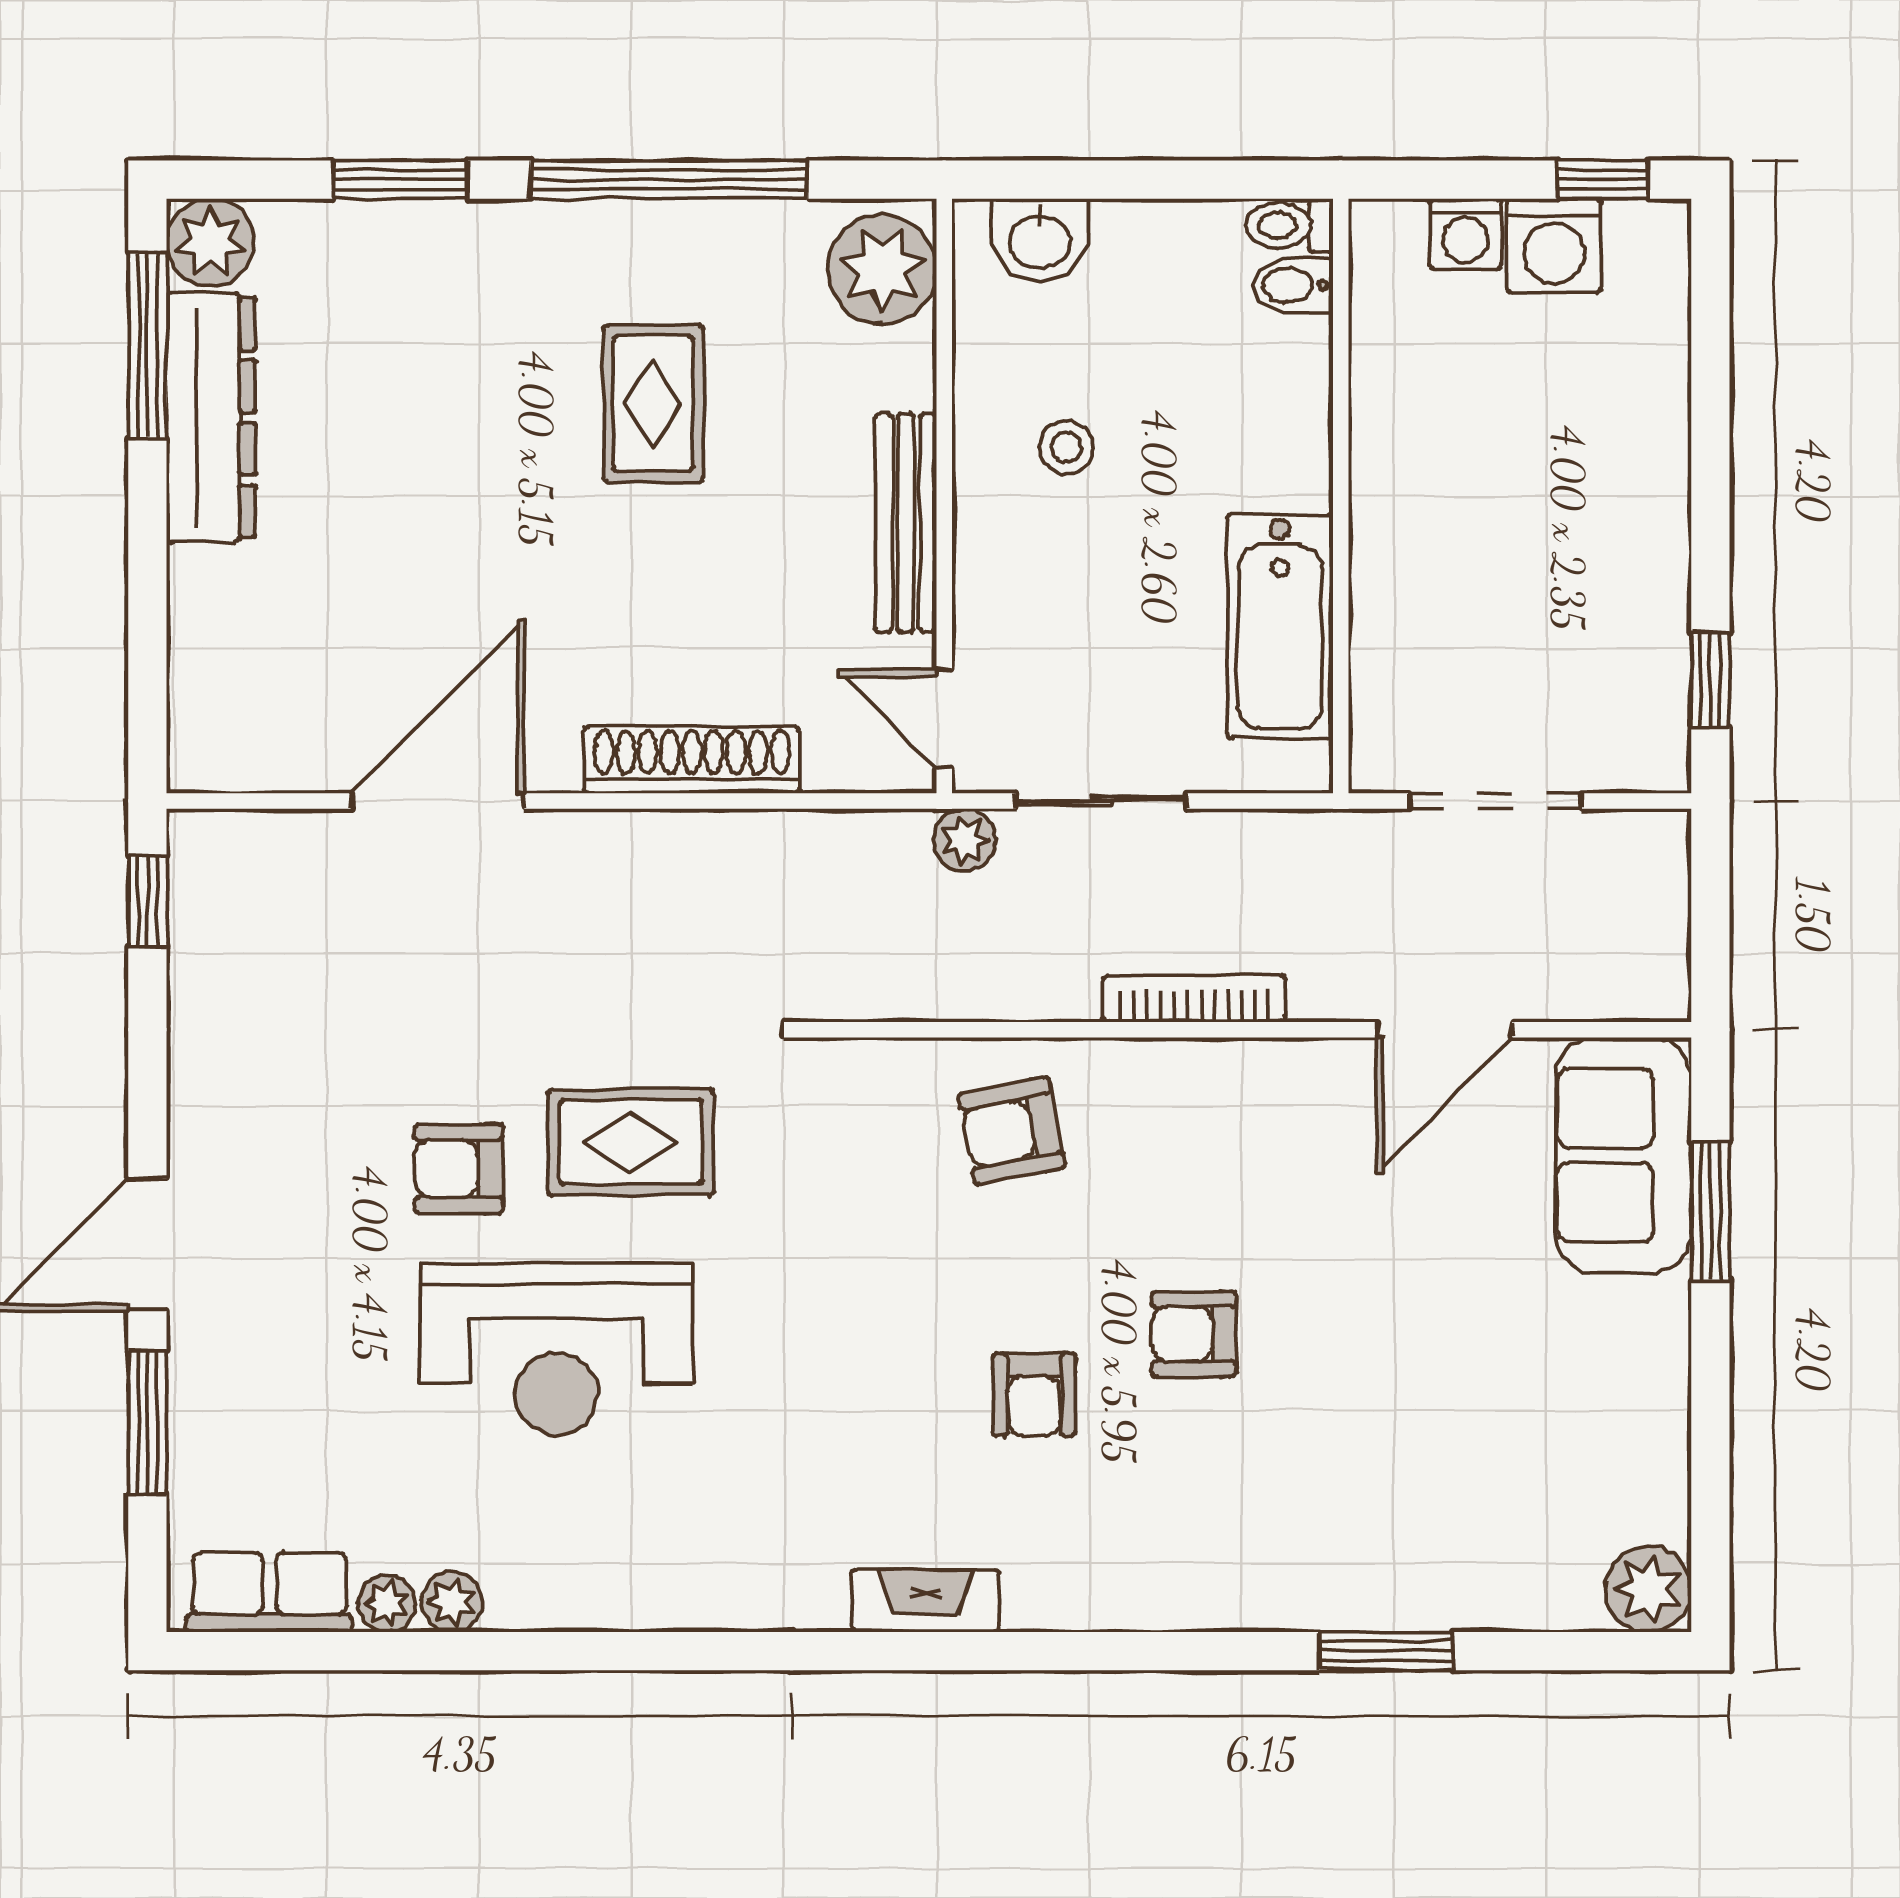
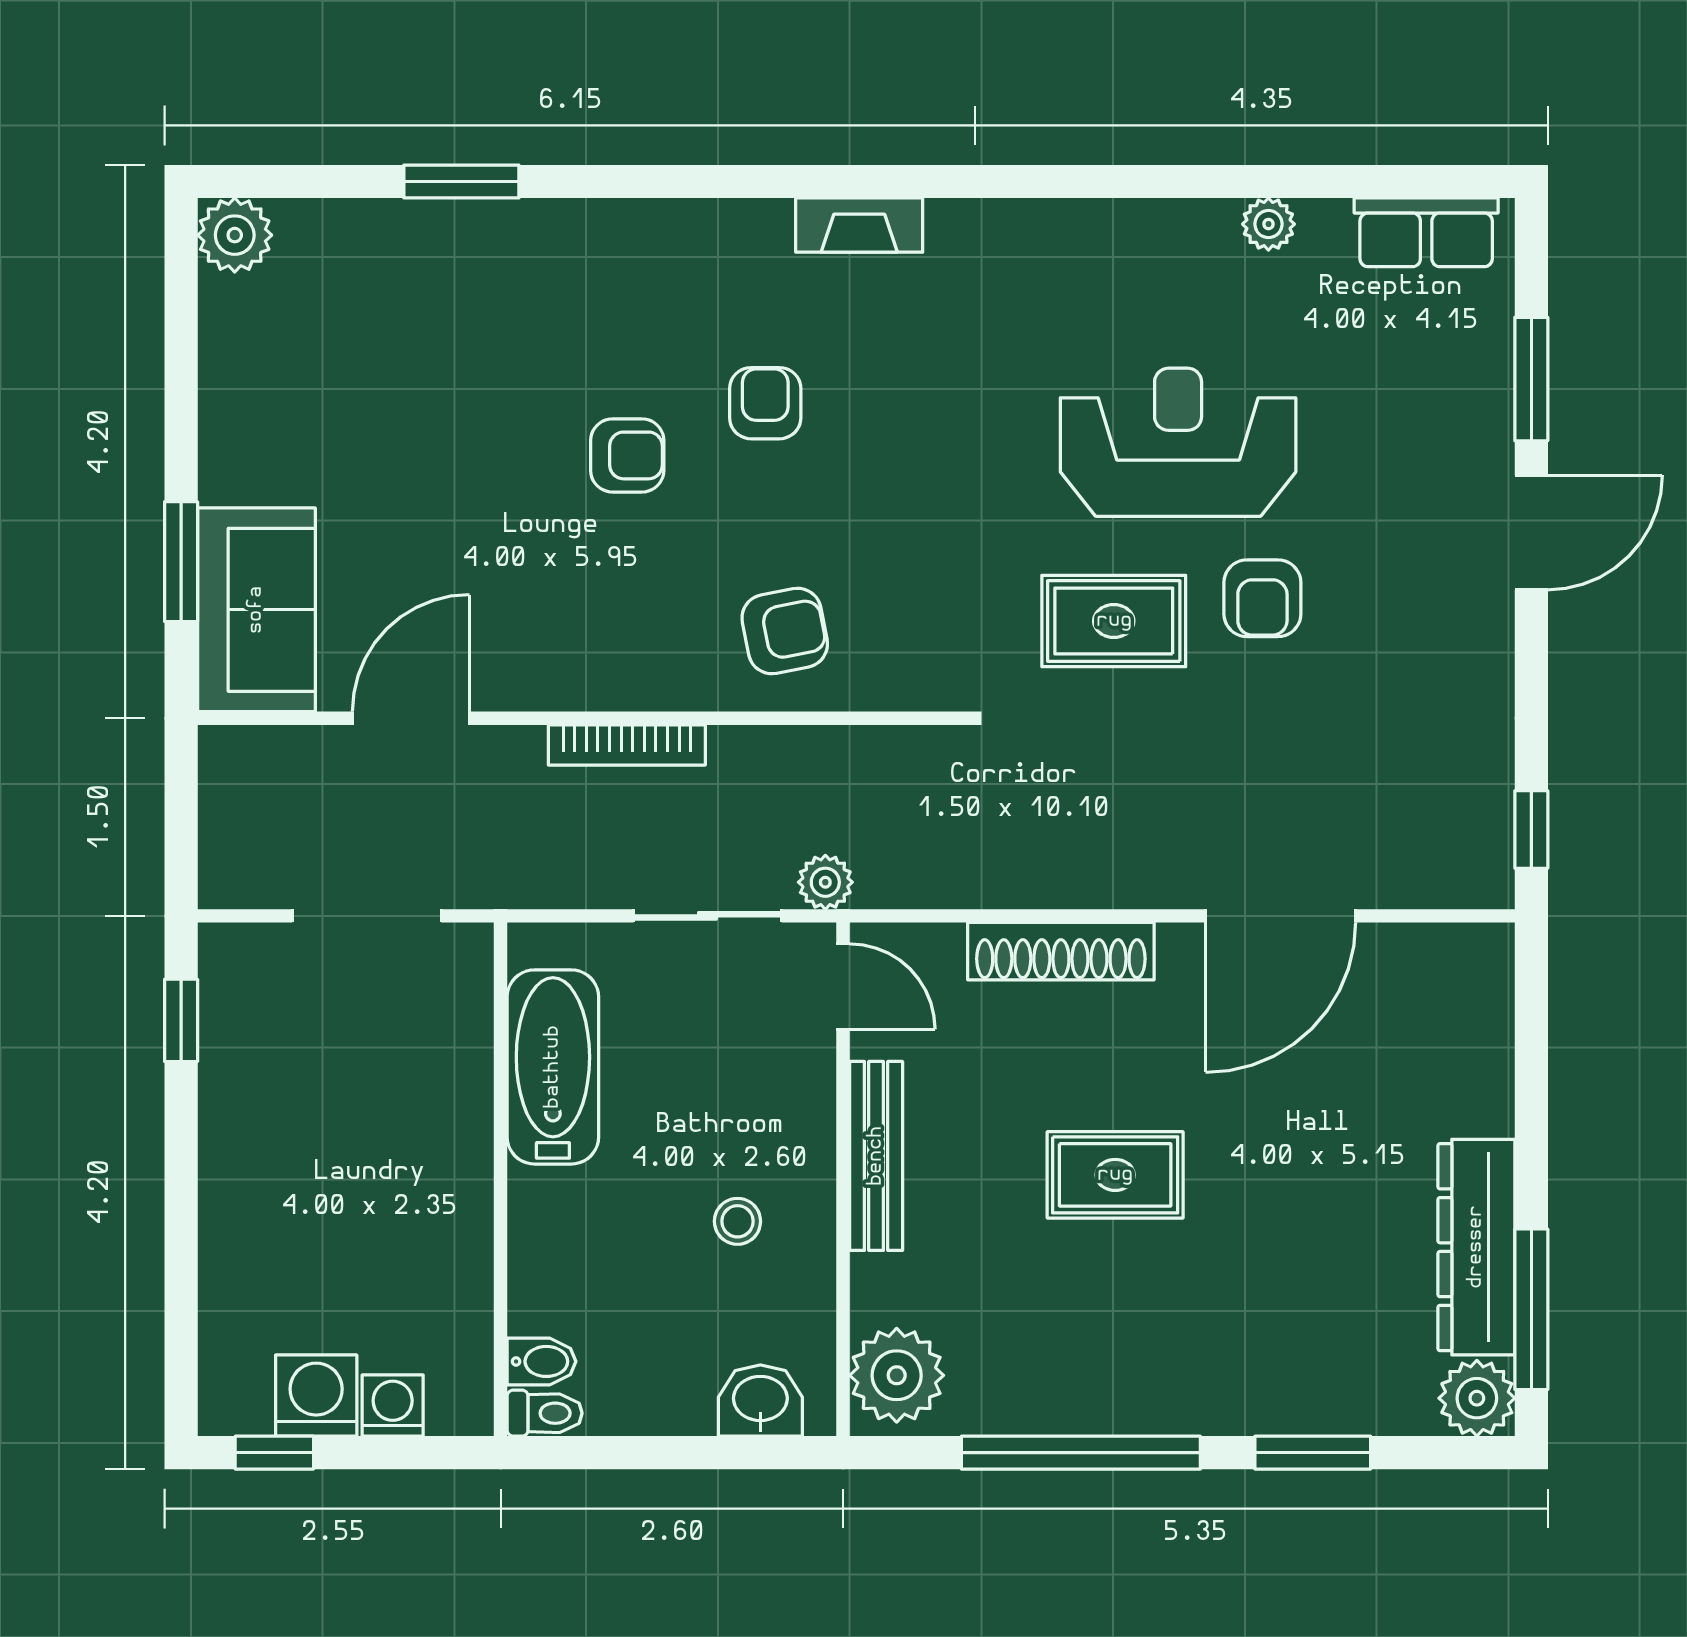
rug: (653, 404) -> (1115, 1175), moved, turned 90
armchair: (459, 1169) -> (1262, 598), turned 90
plant: (387, 1604) -> (1324, 223), removed

